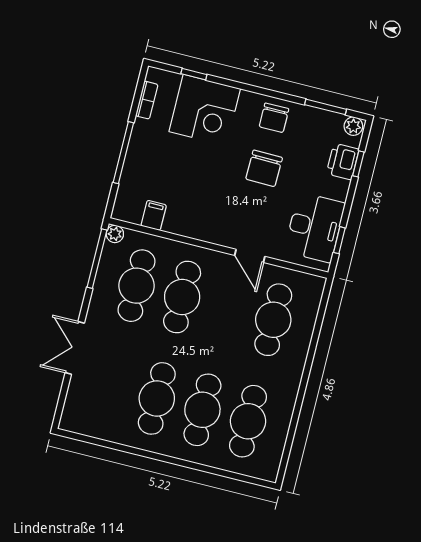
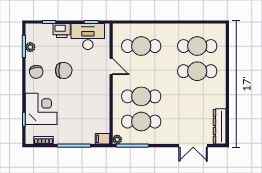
chair: (274, 118) -> (36, 72), turned 83
plant: (353, 126) -> (30, 47), moved
printer: (343, 161) -> (62, 31), moved
filing cabinet: (154, 215) -> (102, 139), moved
door: (250, 256) -> (111, 67), hinge flipped
double door: (75, 348) -> (193, 146), moved
cafe table: (157, 398) -> (197, 96), removed
dresser: (92, 425) -> (220, 126), added

